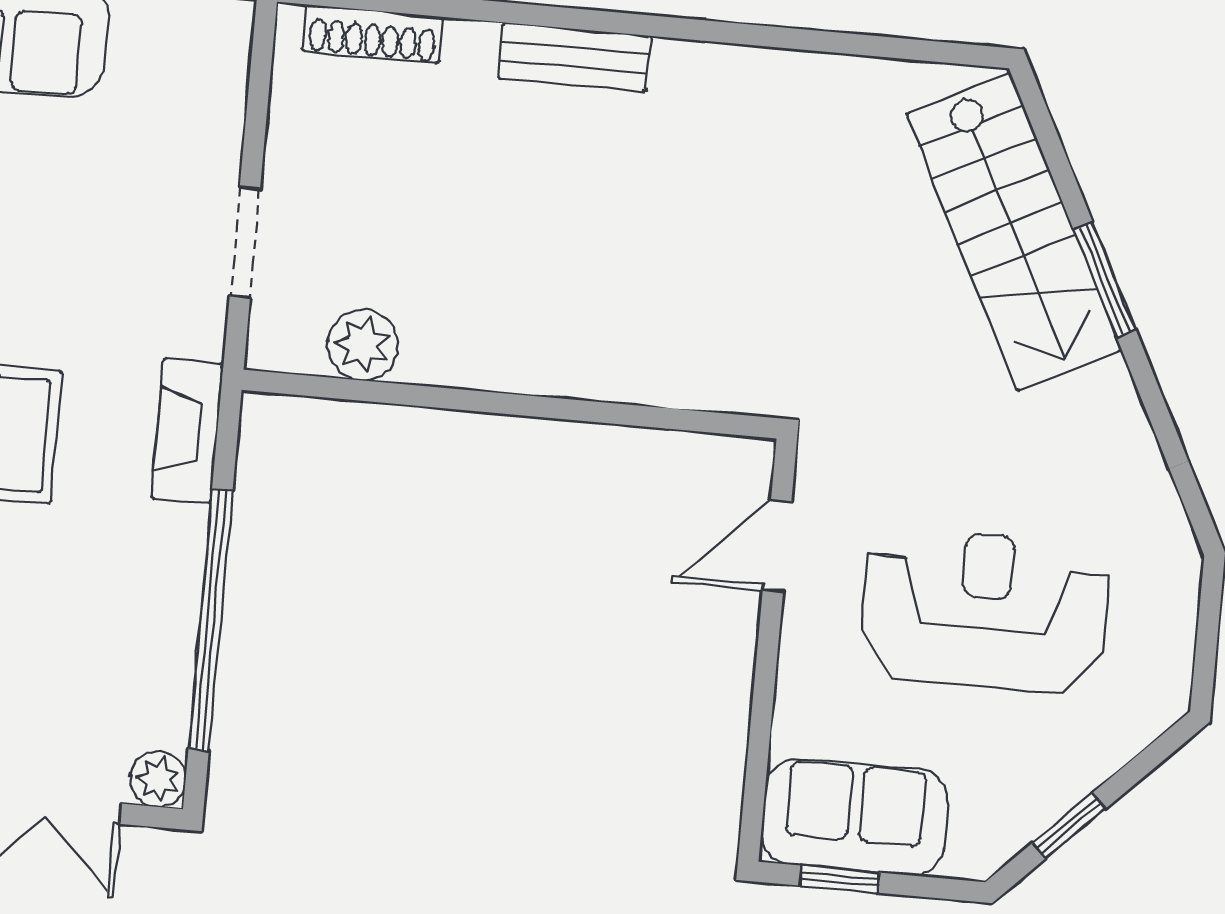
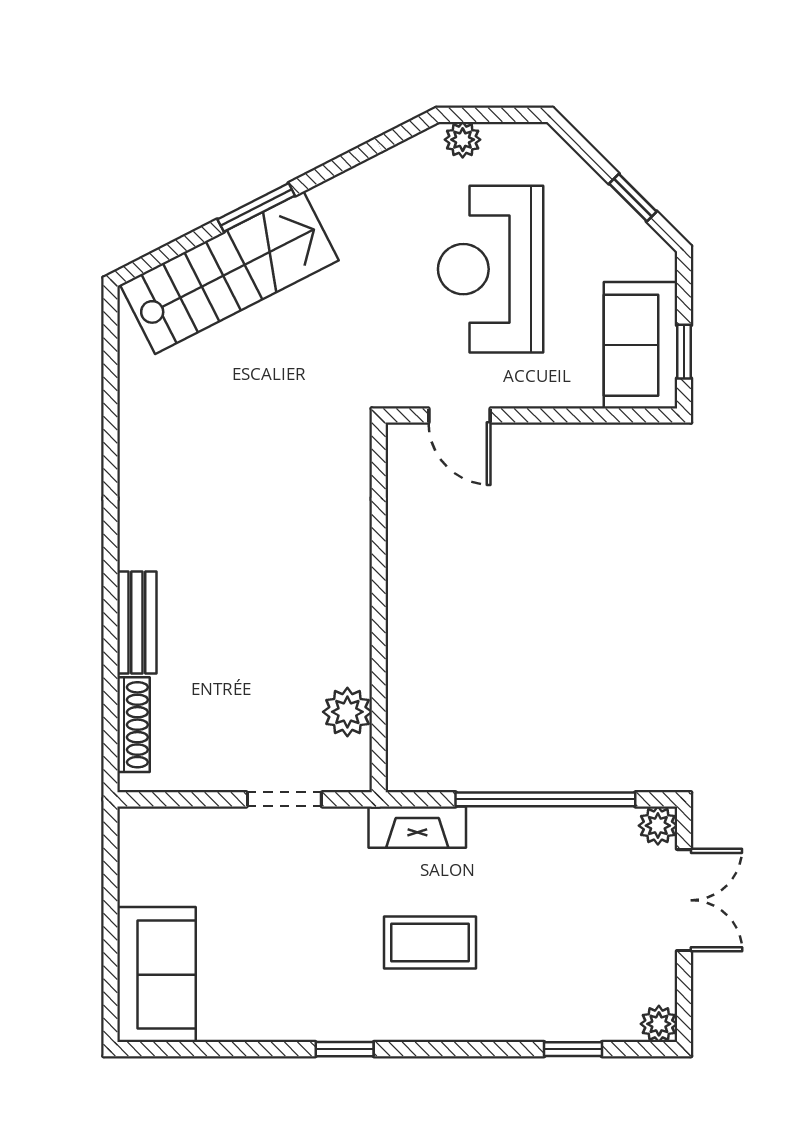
bench: (575, 57) -> (137, 622), moved
plant: (1175, 587) -> (463, 140), added

